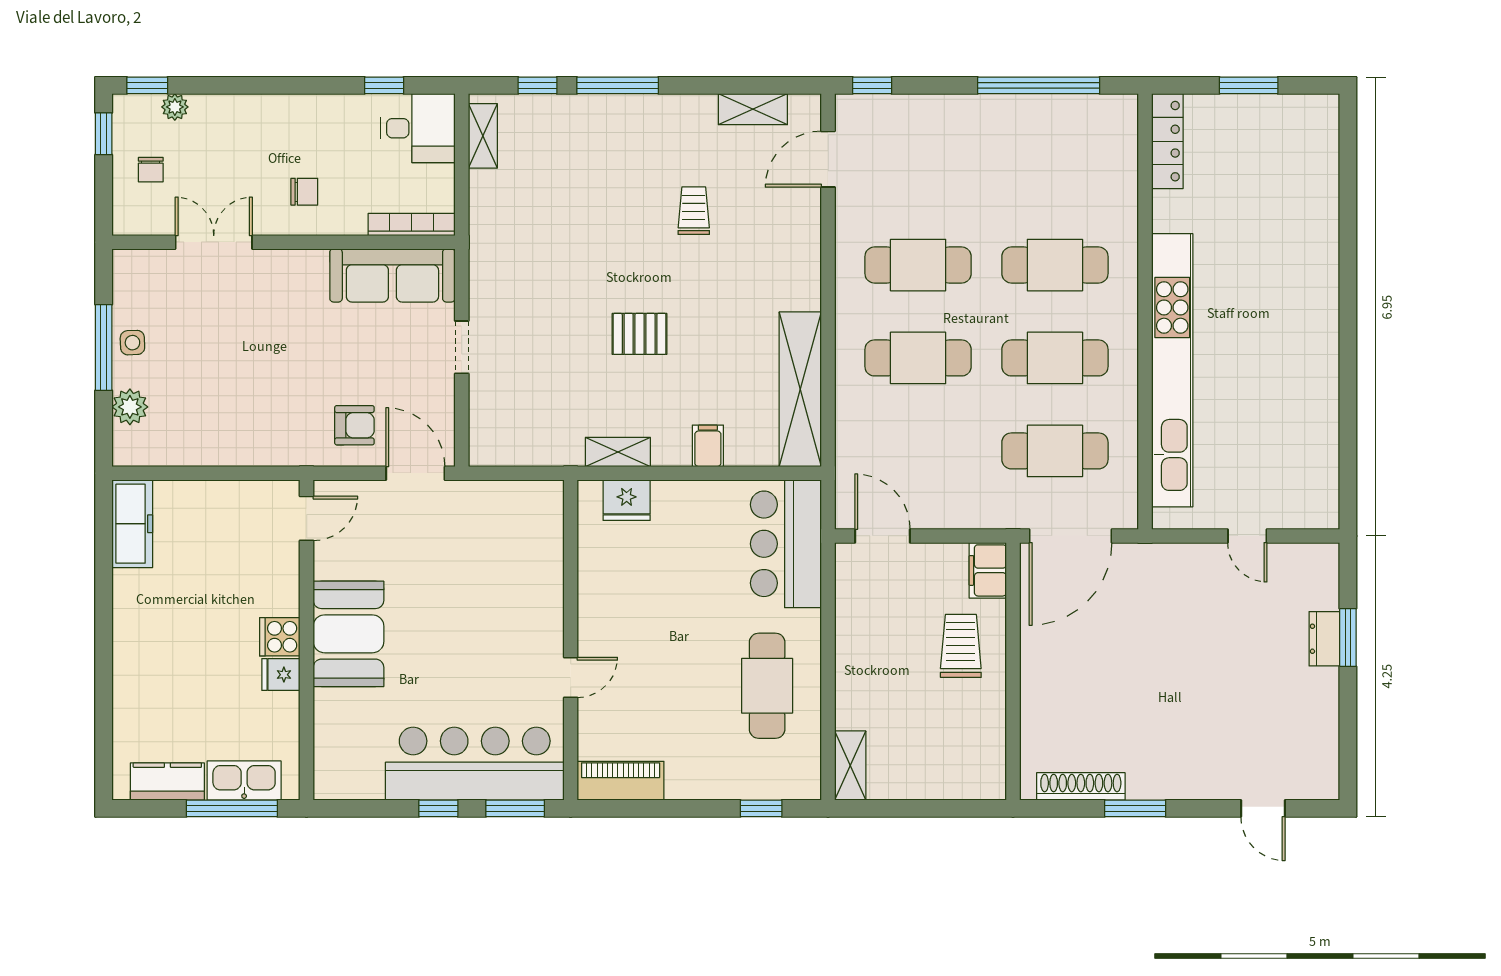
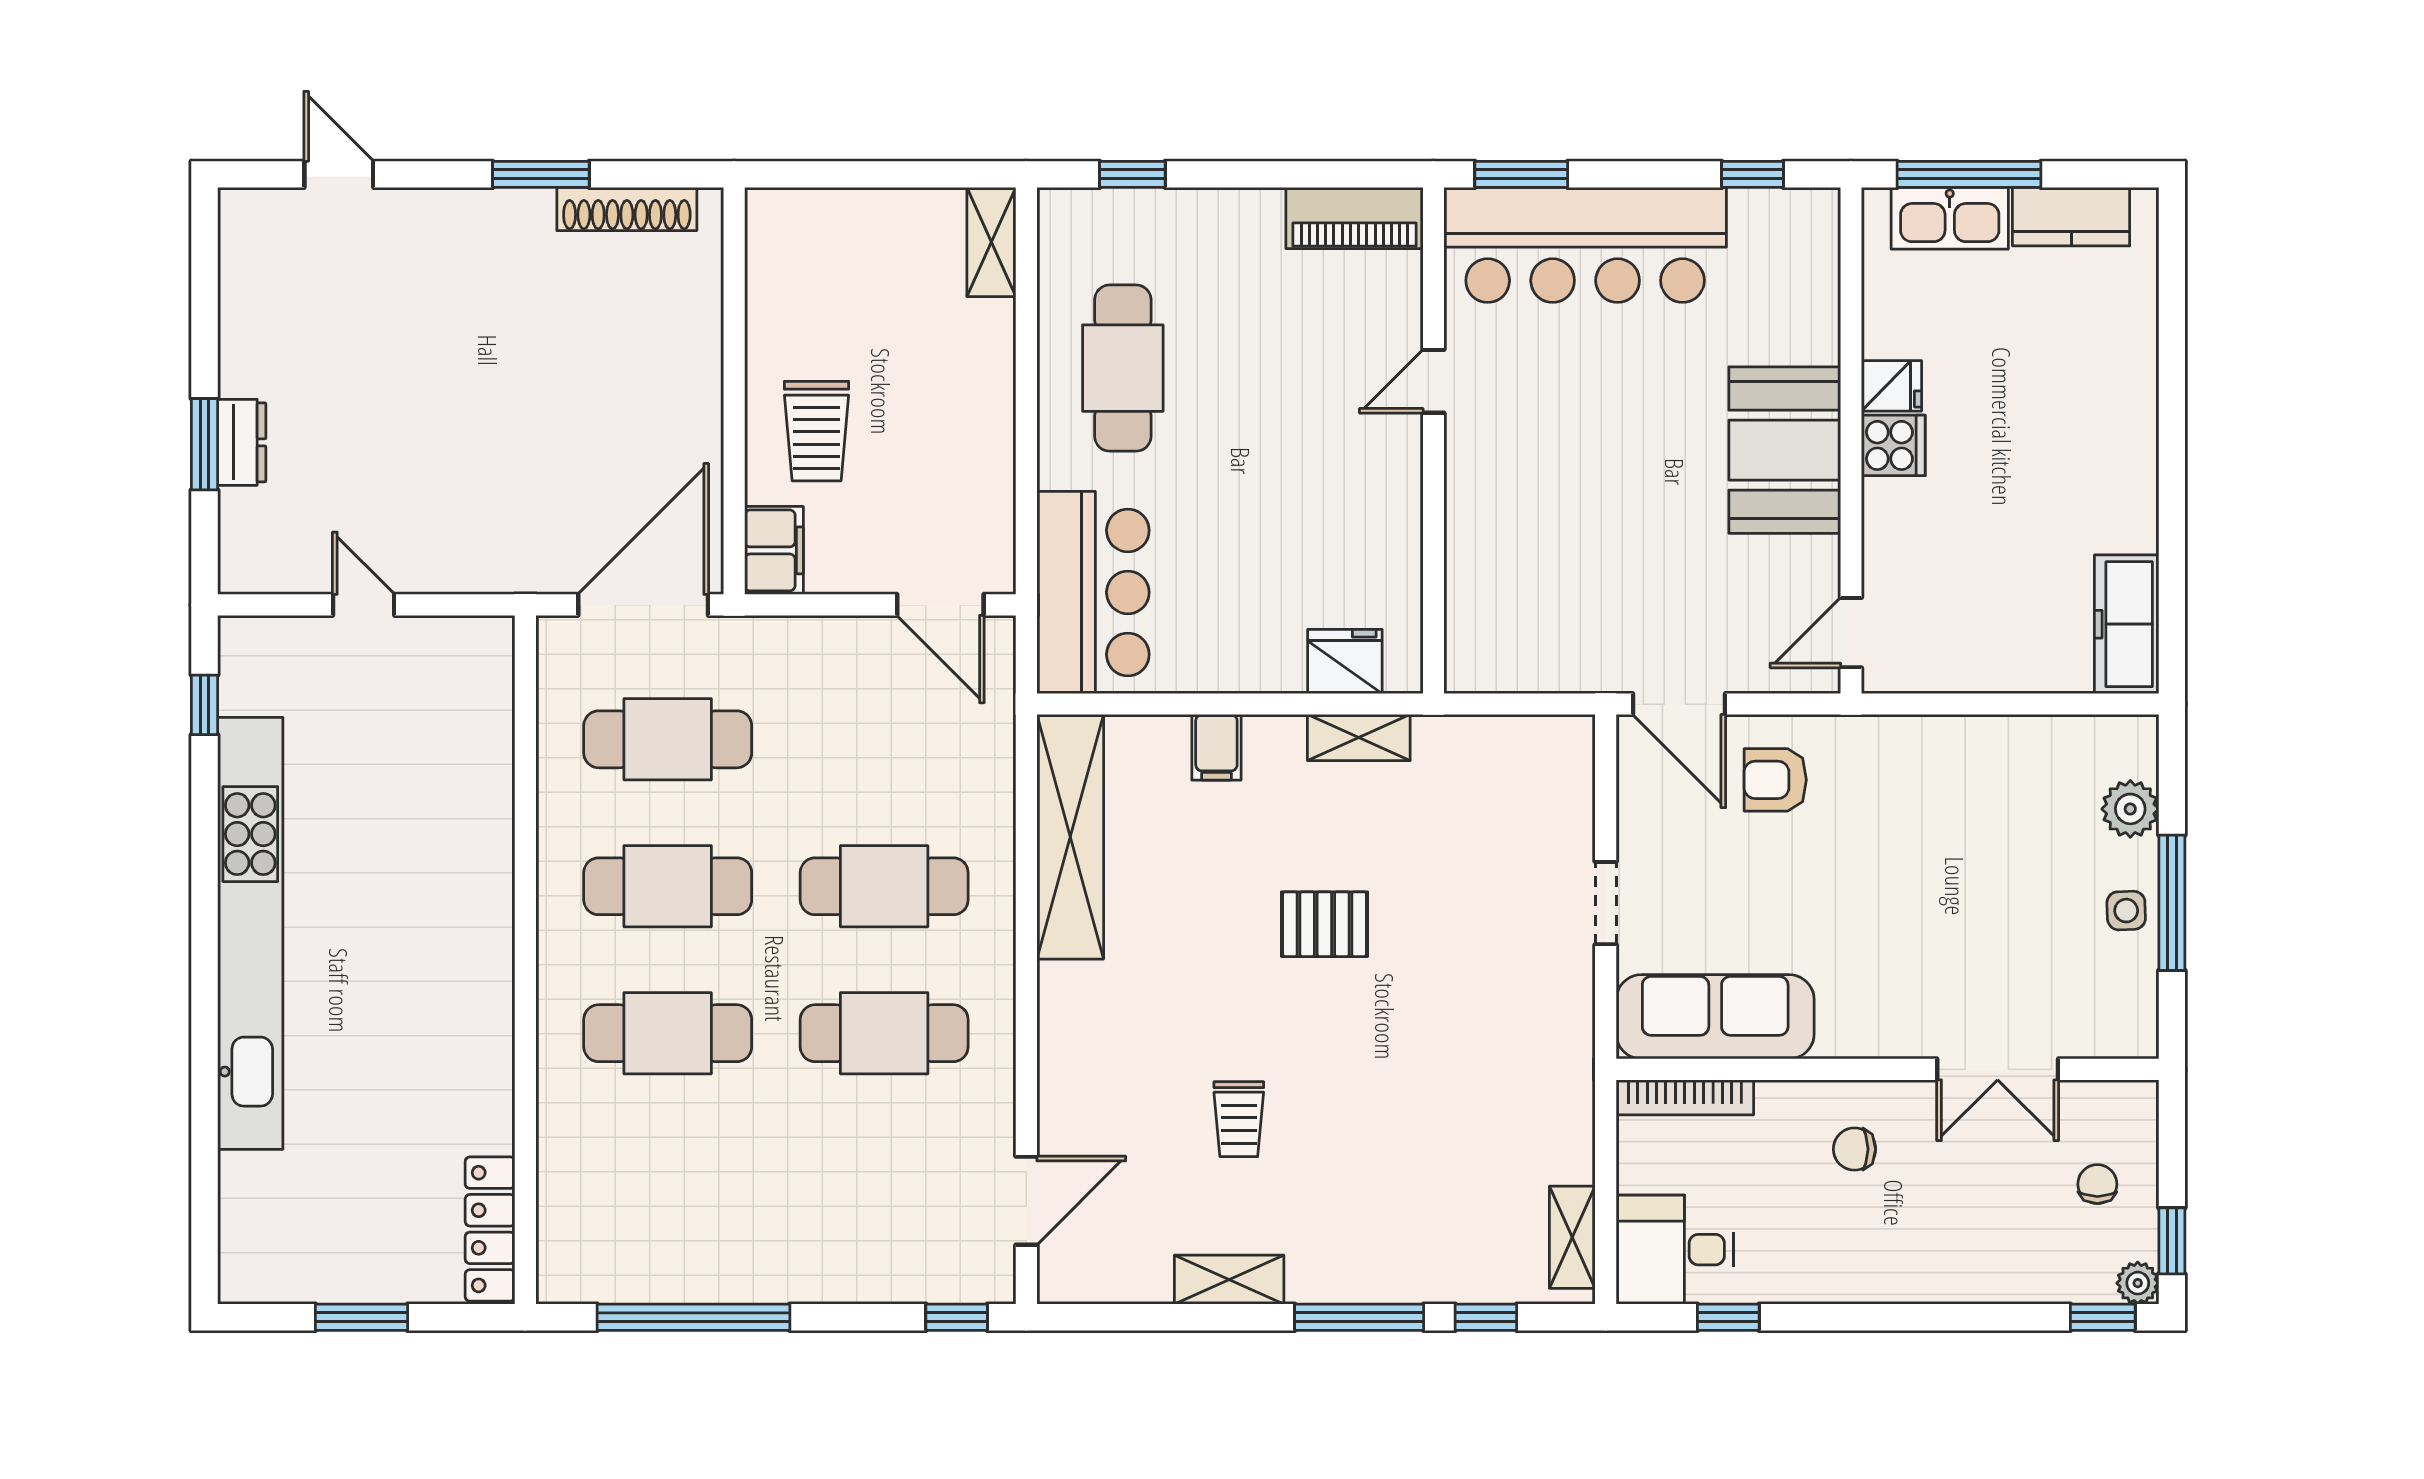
plant: (175, 107) -> (2138, 1283), moved
shelving: (753, 109) -> (1229, 1280), moved
kitchen unit: (1172, 370) -> (250, 933), moved, turned 180
window: (1348, 473) -> (204, 705), added
window: (438, 808) -> (1753, 174), moved

